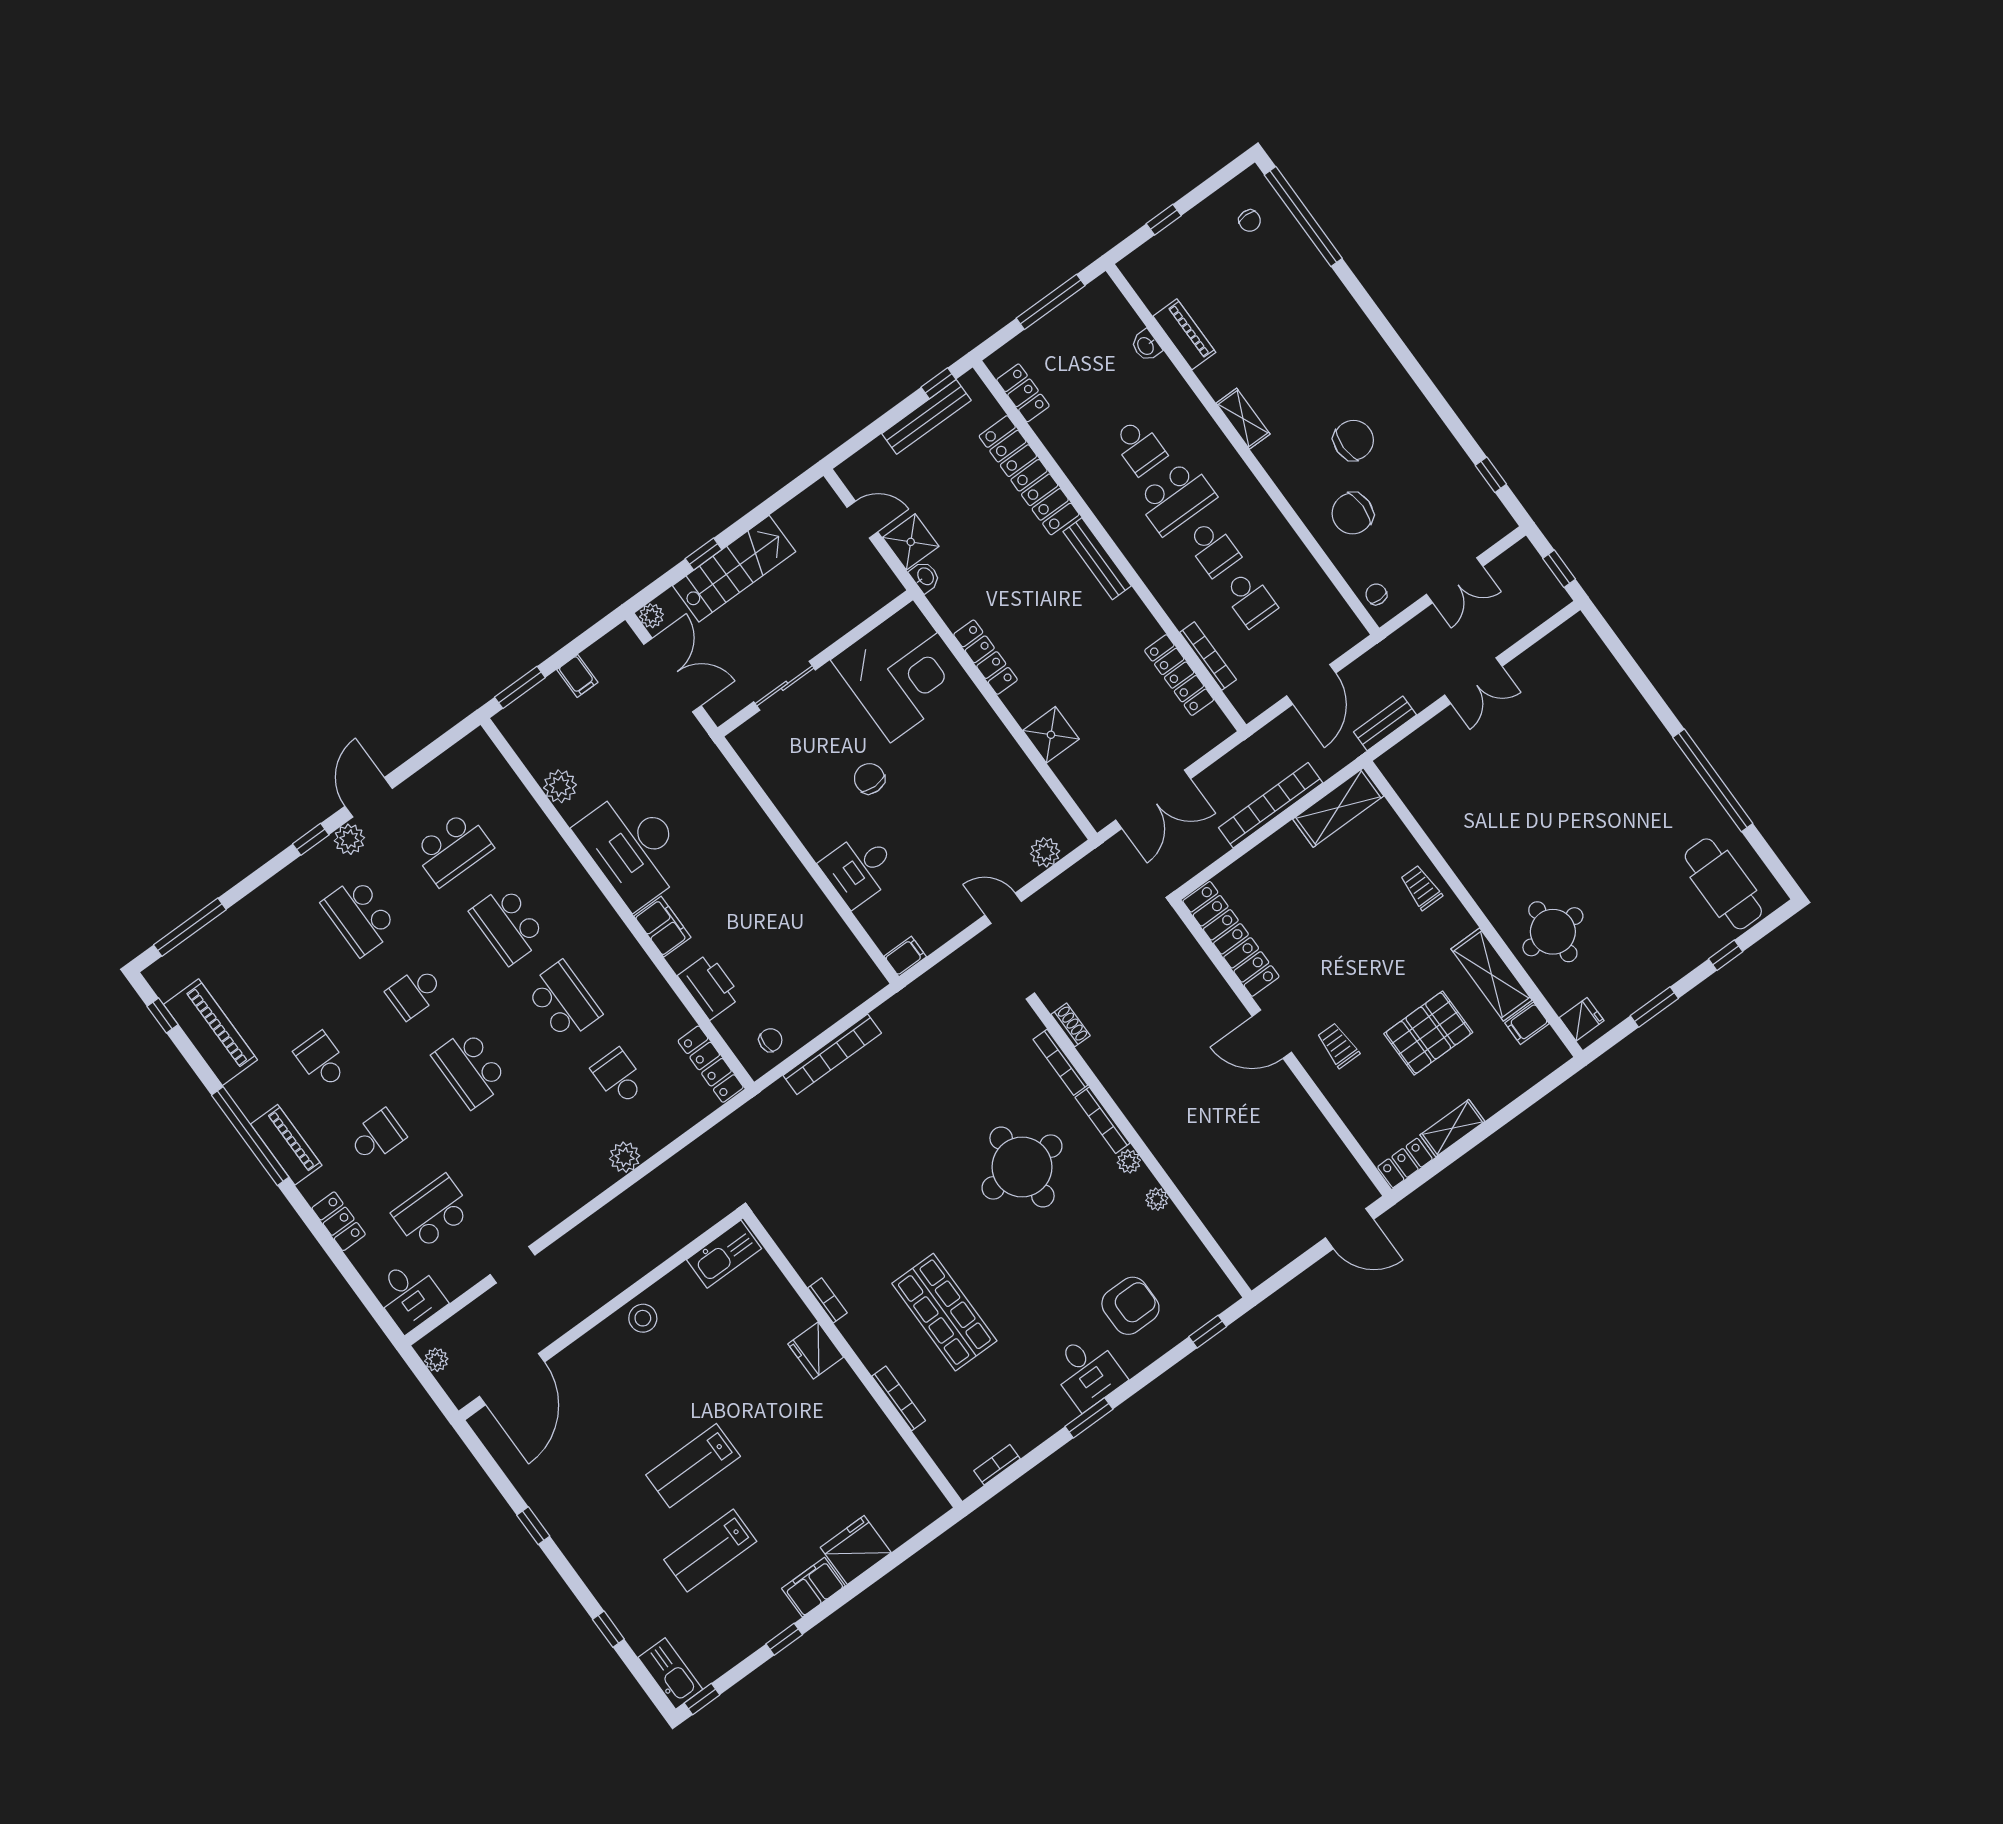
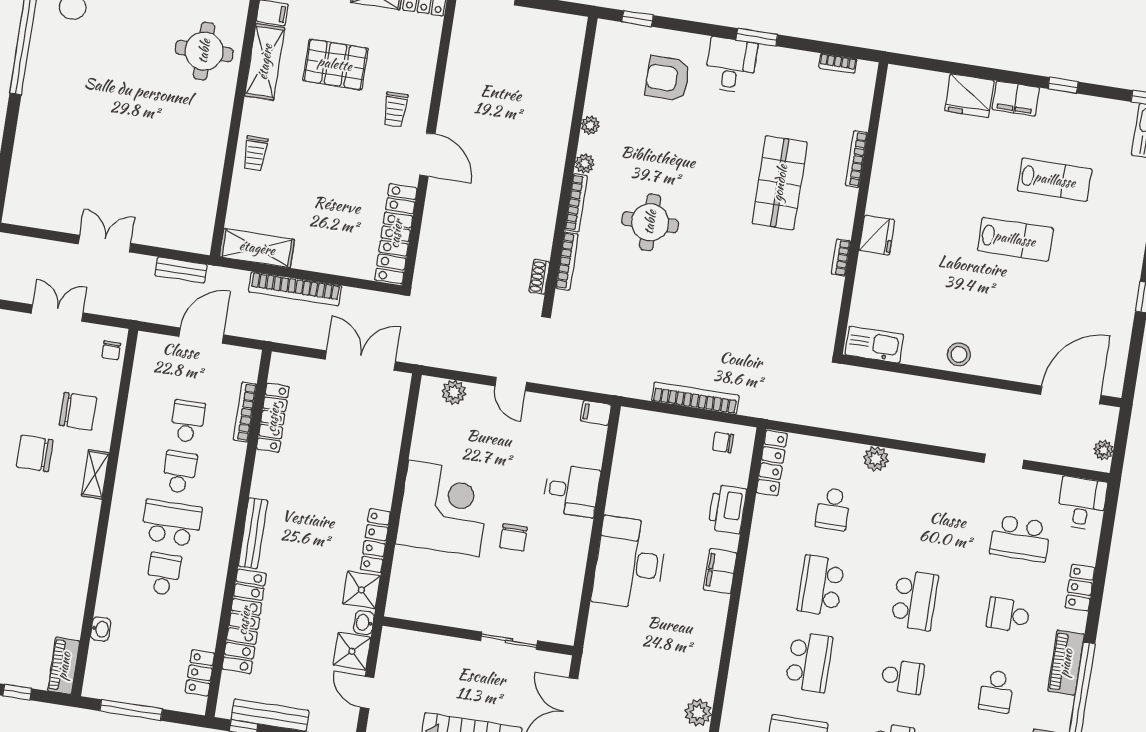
piano: (1184, 334) -> (64, 666), moved
shelving: (1243, 419) -> (95, 474), moved
corner desk: (902, 671) -> (444, 508), moved, turned 90
shower: (1051, 735) -> (361, 590), moved
desk: (633, 848) -> (629, 563), moved, turned 180
round table: (1022, 1167) -> (650, 222), width x0.73, depth x0.73

